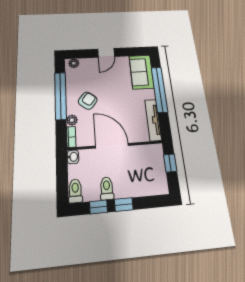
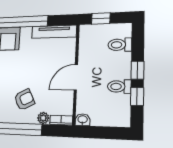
armchair: (88, 101) -> (24, 100), turned 115
door: (112, 146) -> (76, 77), width x0.73
toilet: (75, 191) -> (120, 45), moved

